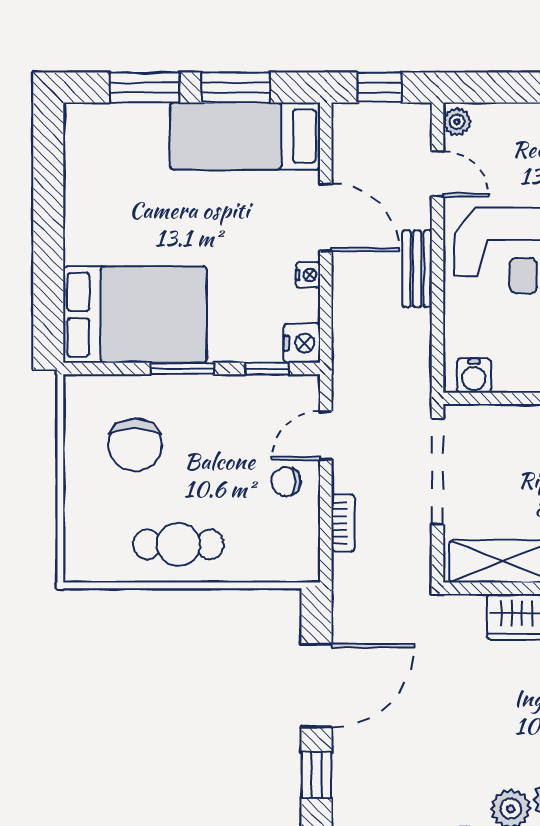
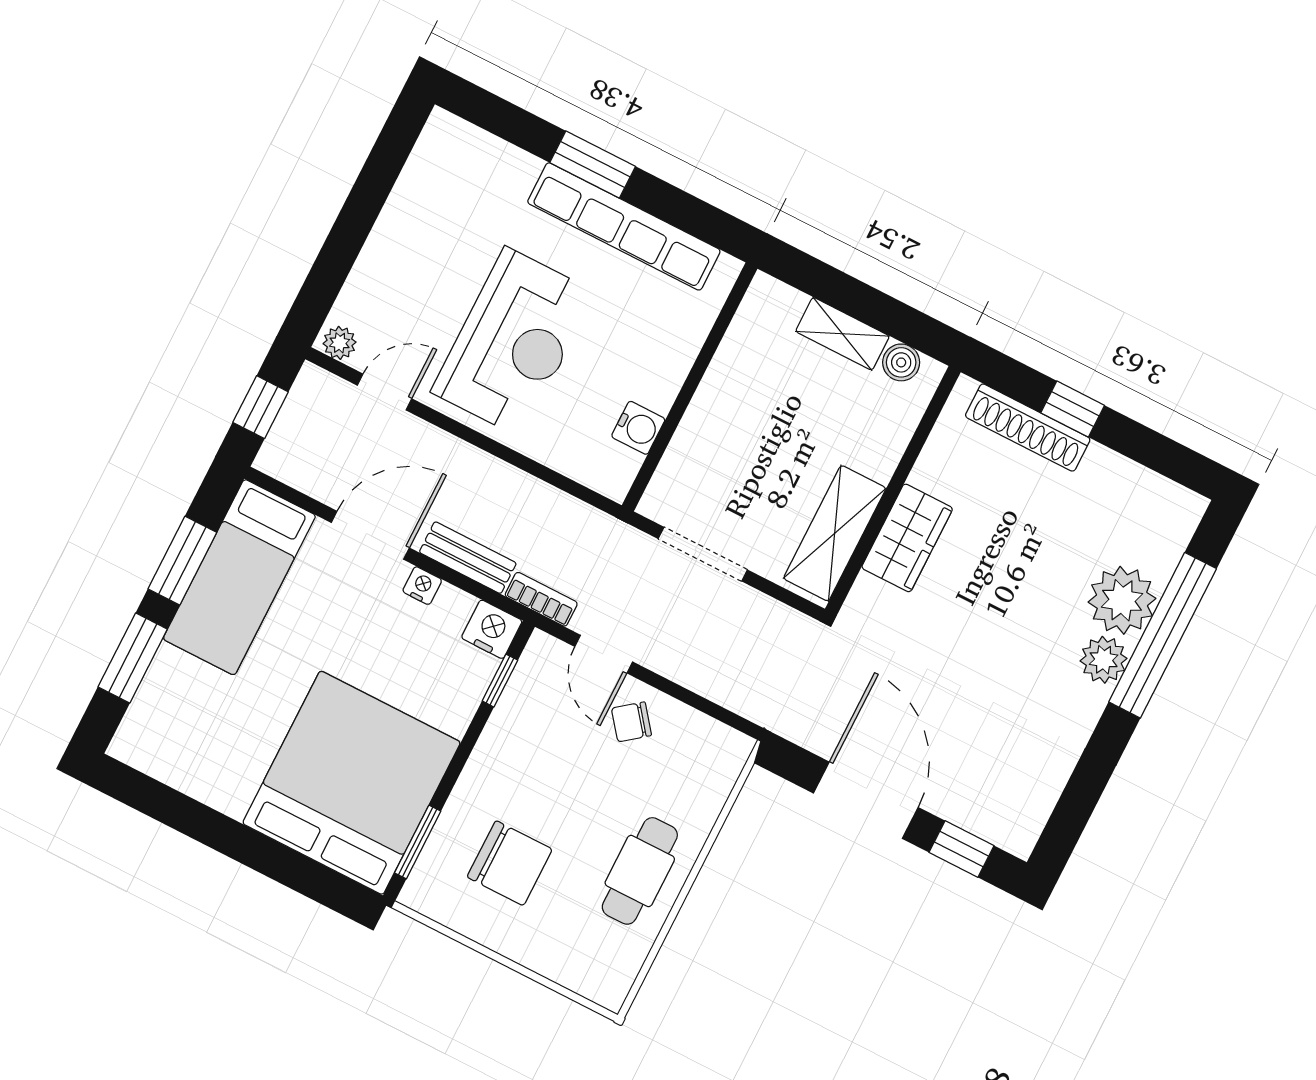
bench: (417, 269) -> (468, 558), moved
bed: (135, 315) -> (351, 783), width x1.36
window: (182, 369) -> (418, 842), moved
water cooler: (474, 376) -> (638, 428), moved
doorway: (437, 471) -> (703, 554), width x0.73
chair: (286, 482) -> (631, 722), turned 52
bookcase: (343, 523) -> (541, 599), moved

